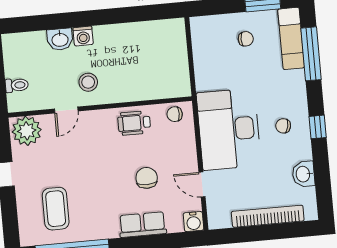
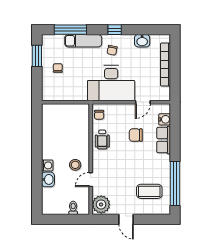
exam couch: (291, 38) -> (83, 41), moved
door: (66, 110) -> (91, 180), swing flipped
water cooler: (193, 222) -> (165, 119), moved

